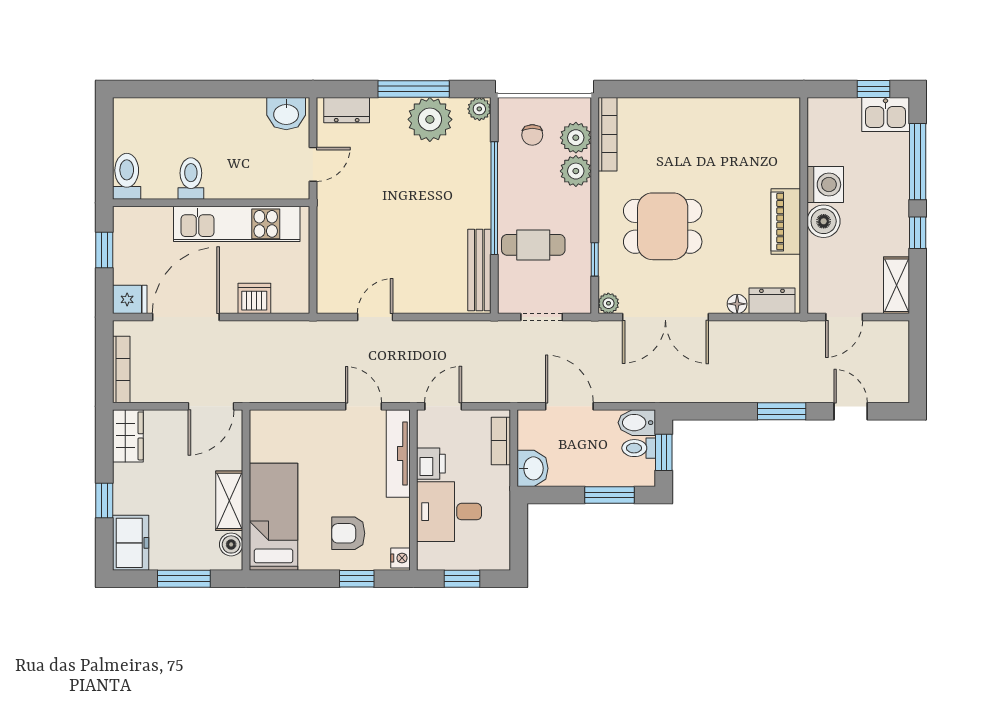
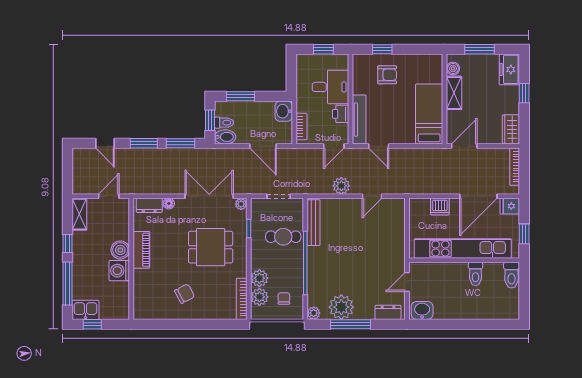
chair: (709, 143) -> (185, 294), added
kitchen unit: (237, 224) -> (463, 249), width x1.36
plant: (430, 336) -> (341, 186), added
window: (716, 411) -> (180, 143), added
bed: (273, 517) -> (429, 114), moved, turned 180
nightstand: (400, 558) -> (358, 61), removed

